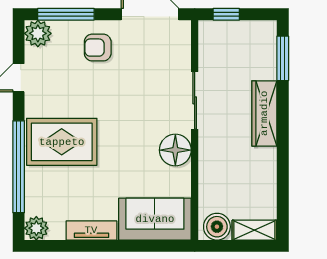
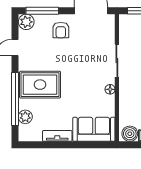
armchair: (98, 48) -> (61, 30), turned -90
floor lamp: (175, 150) -> (110, 89), width x0.53, depth x0.53
plant: (36, 228) -> (25, 117), moved

